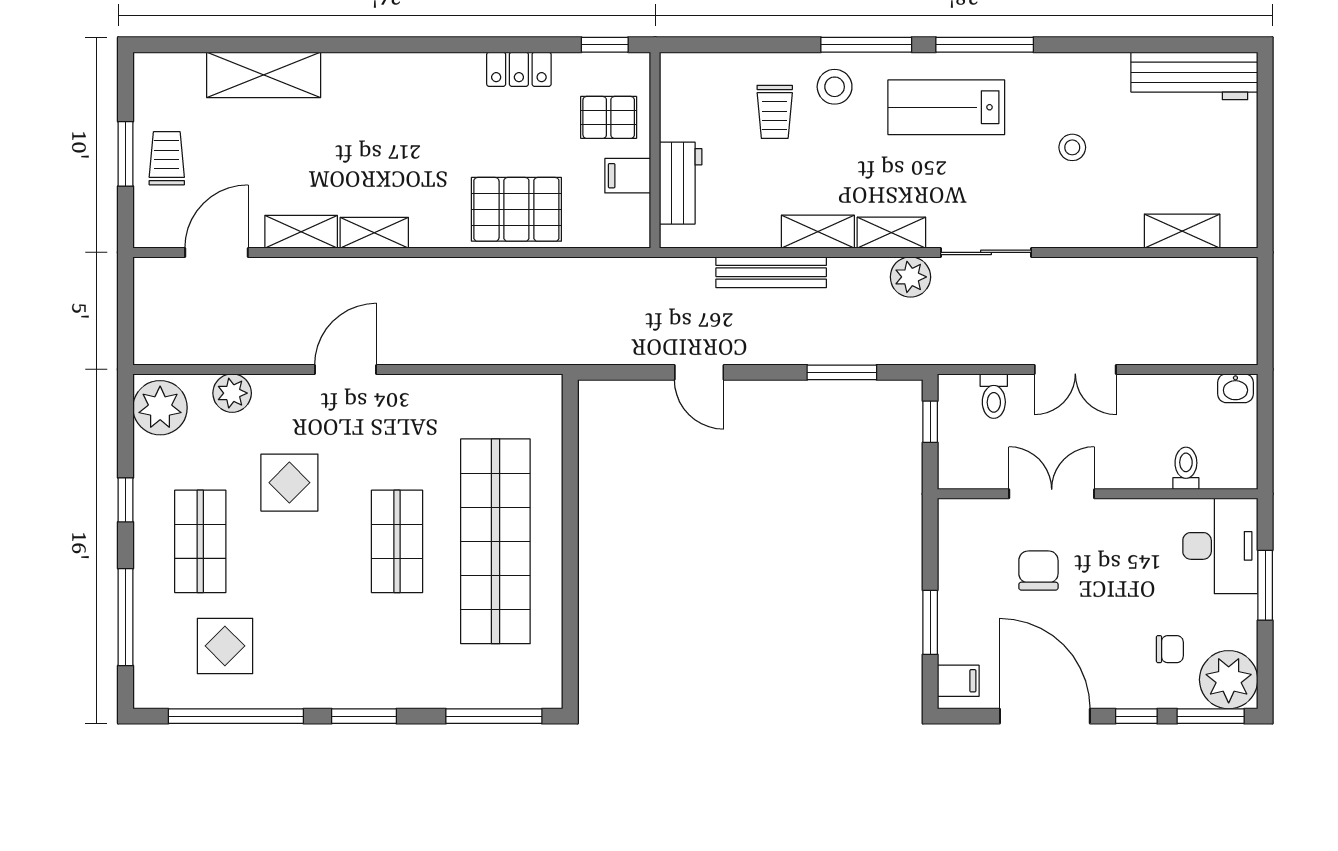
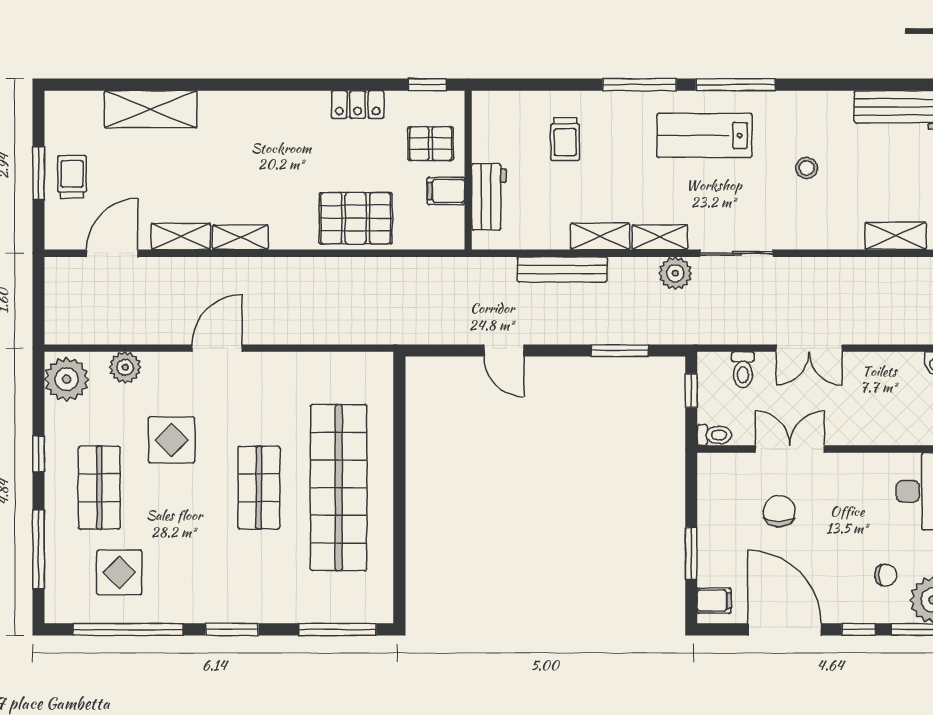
stool: (835, 87) -> (614, 119), removed
toilet: (1186, 468) -> (714, 435), moved, turned 90

